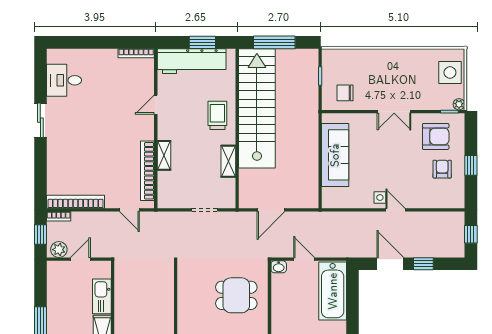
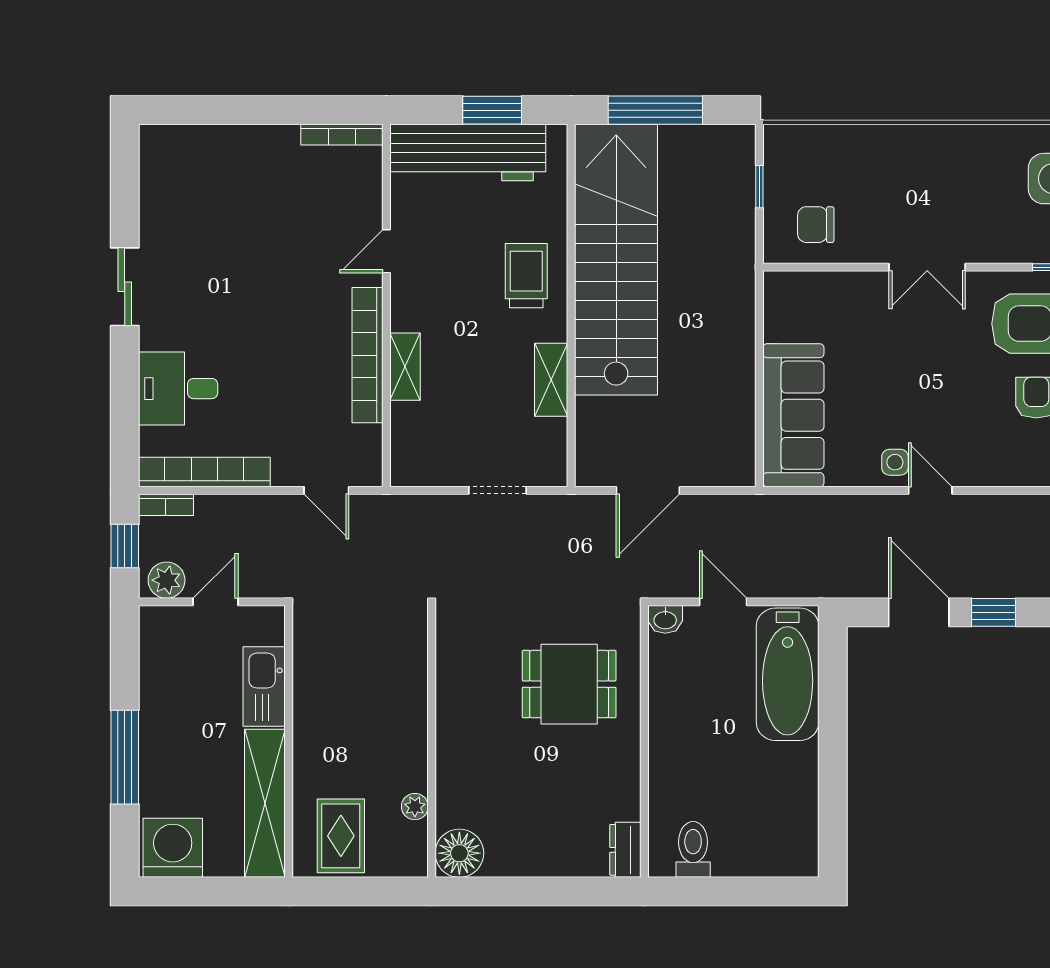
desk: (64, 80) -> (178, 389), moved
sofa: (335, 155) -> (793, 415), moved
bookcase: (147, 171) -> (367, 355), moved

